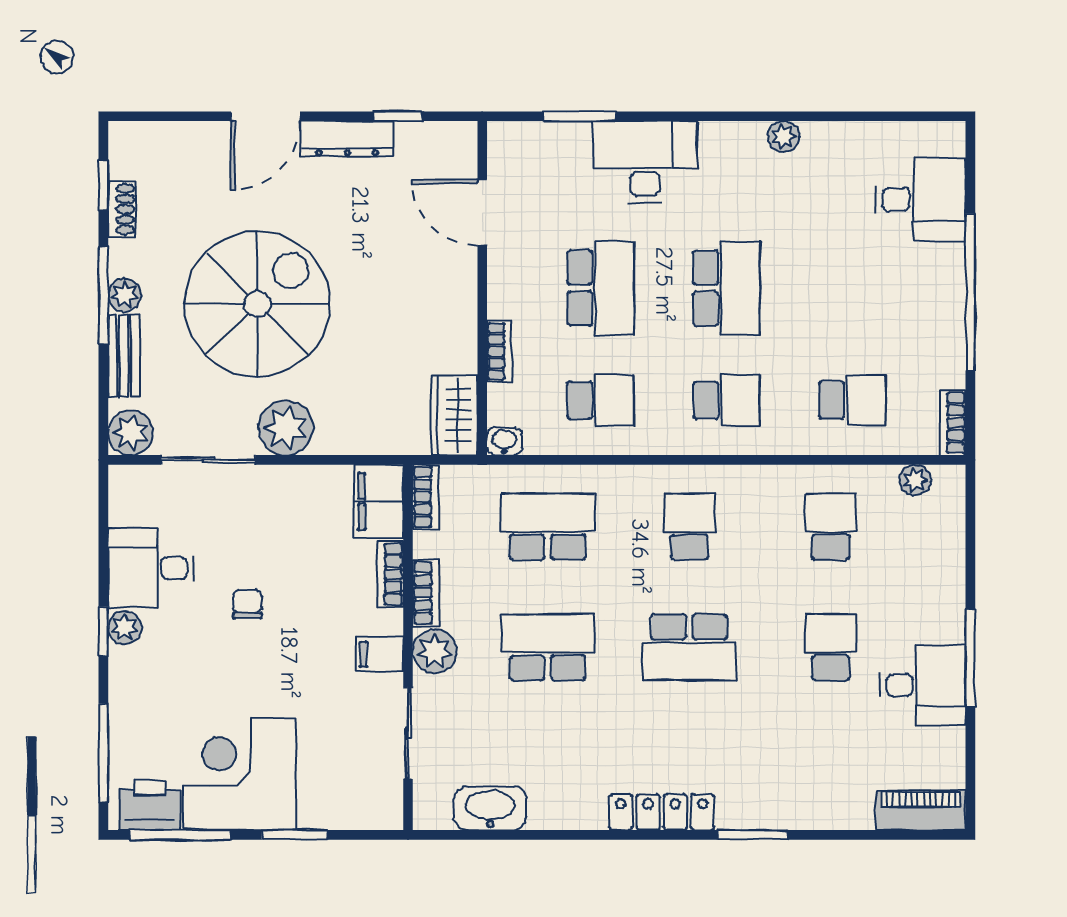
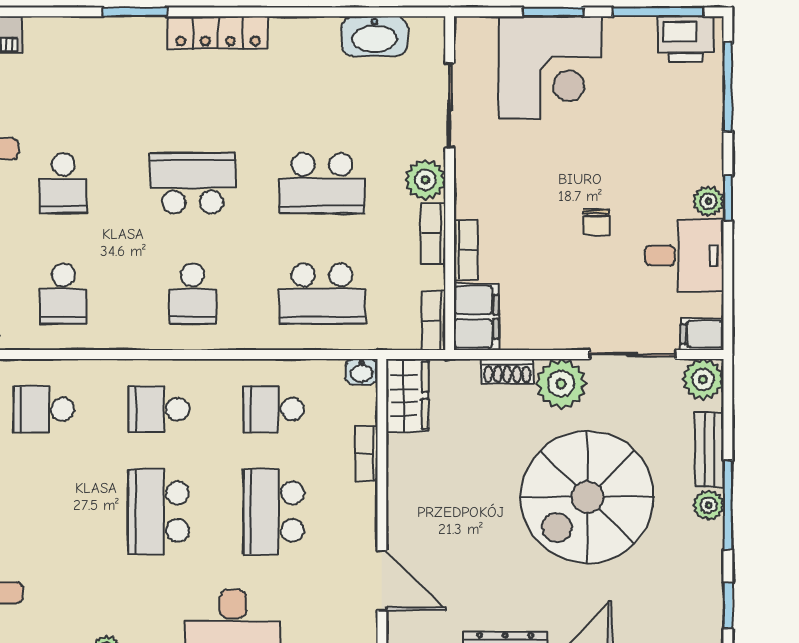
shoe rack: (122, 209) -> (507, 371), moved, turned -90
filing cabinet: (380, 654) -> (702, 334), moved, turned 180
corner desk: (240, 774) -> (550, 68), moved

